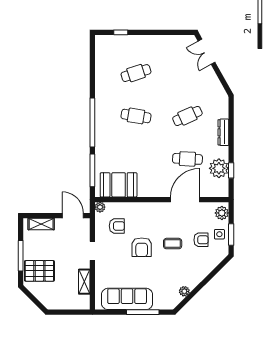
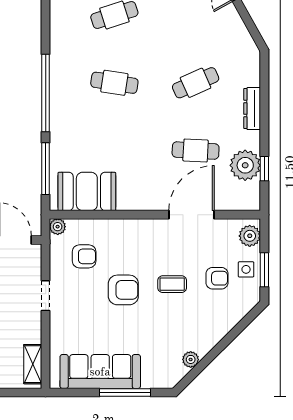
armchair: (142, 247) -> (123, 290), turned -90
shelving: (84, 282) -> (33, 364), moved

